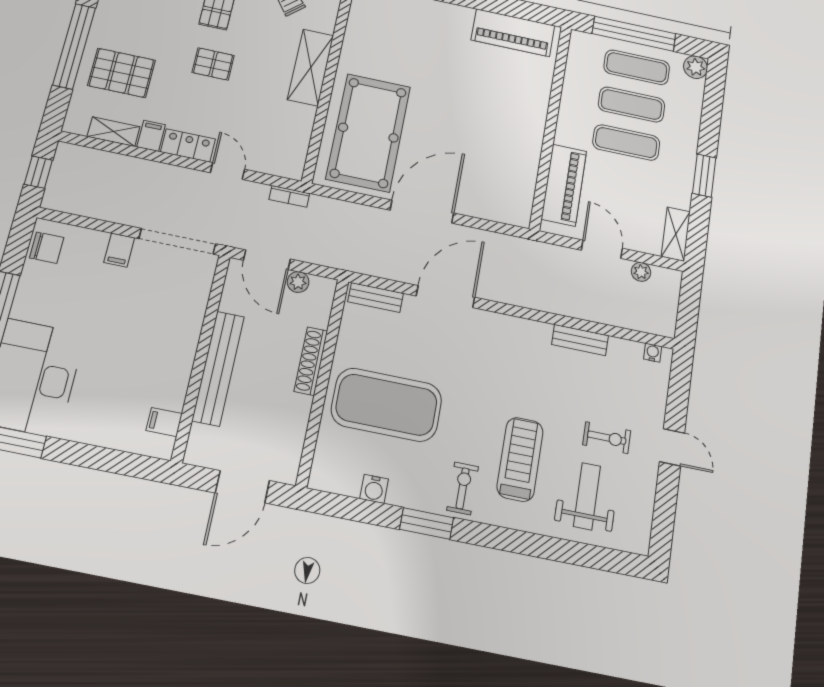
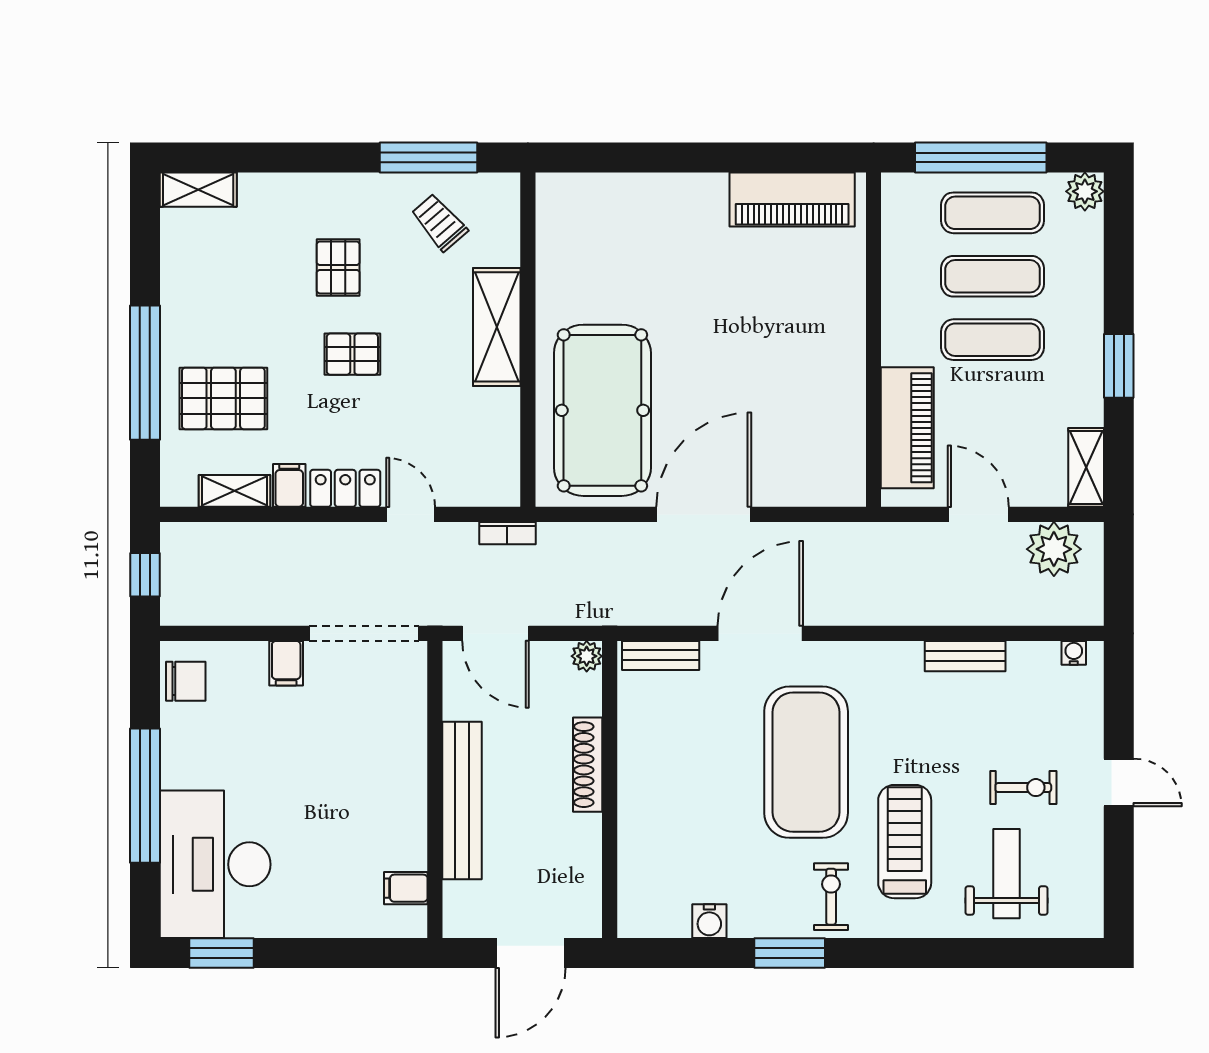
plant: (641, 272) -> (1054, 549), width x1.88, depth x1.88
plant: (298, 282) -> (587, 656), moved
exercise mat: (386, 405) -> (806, 762), moved, turned 90

